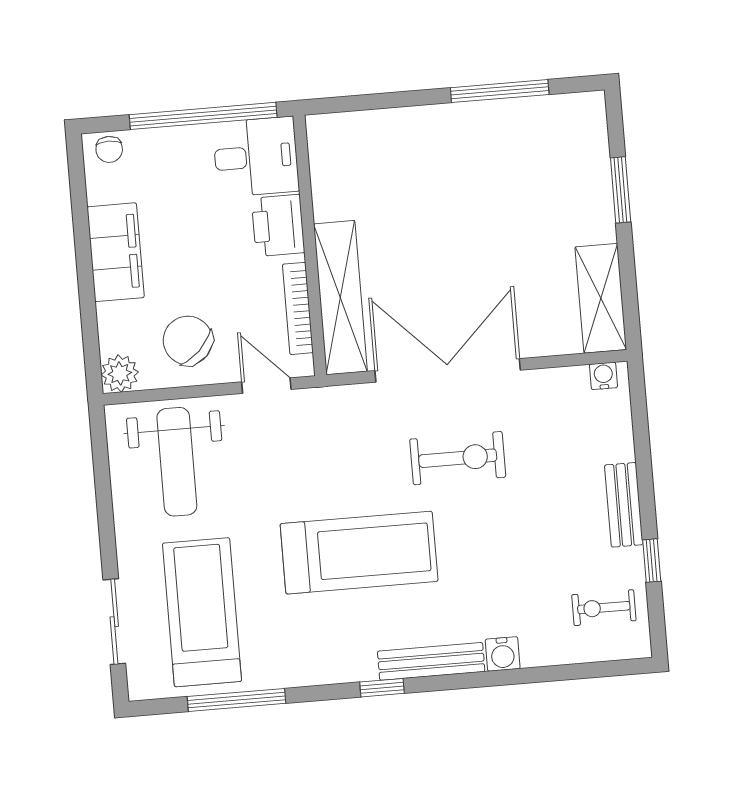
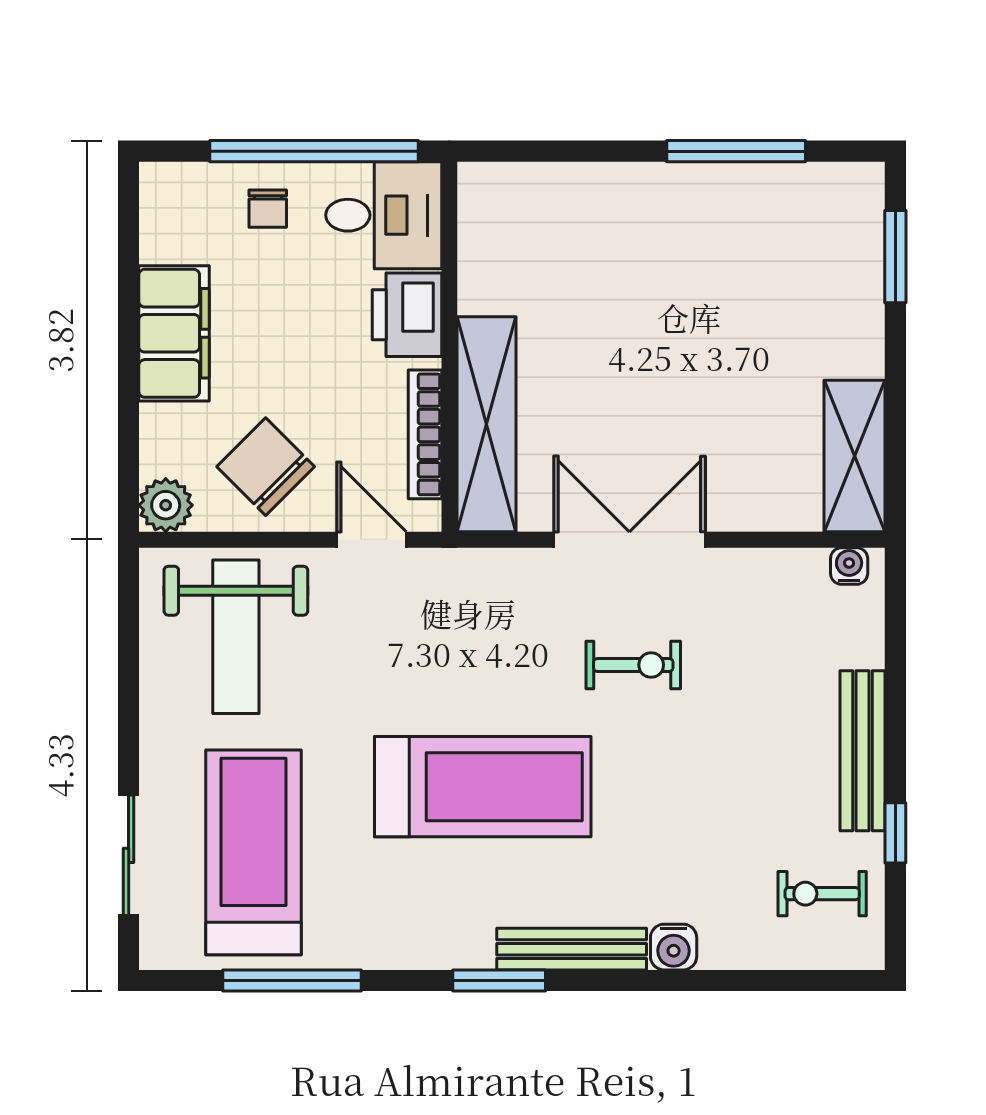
chair: (109, 149) -> (268, 209), moved
window: (621, 190) -> (895, 257), moved
double door: (448, 370) -> (629, 540), width x0.73
exercise bike: (458, 458) -> (633, 665), width x0.73, depth x0.72
bench: (624, 505) -> (862, 751), width x1.36
window: (382, 688) -> (499, 981), width x1.50

